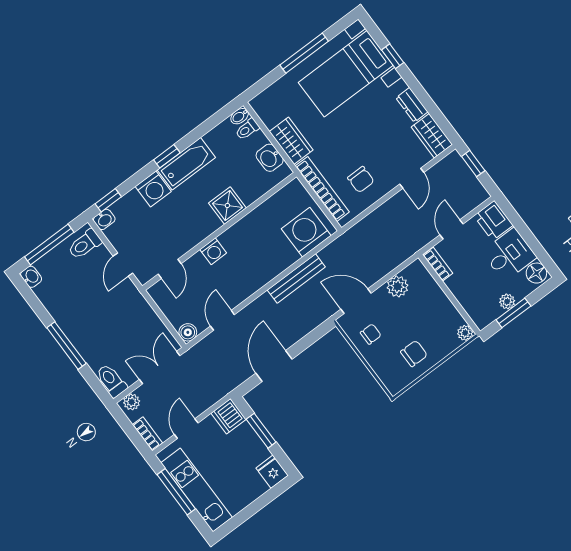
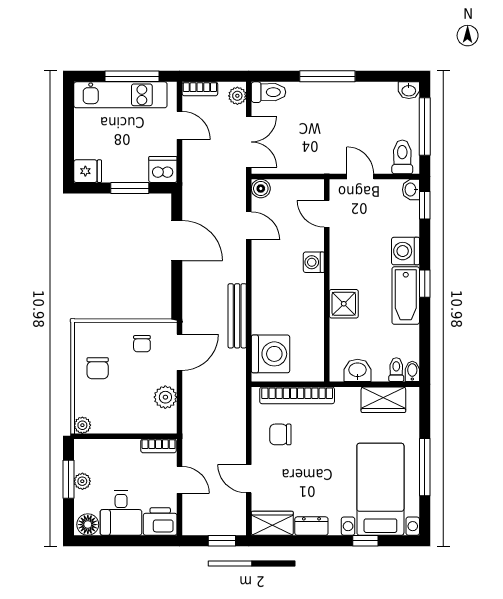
wardrobe: (291, 141) -> (383, 400), moved

